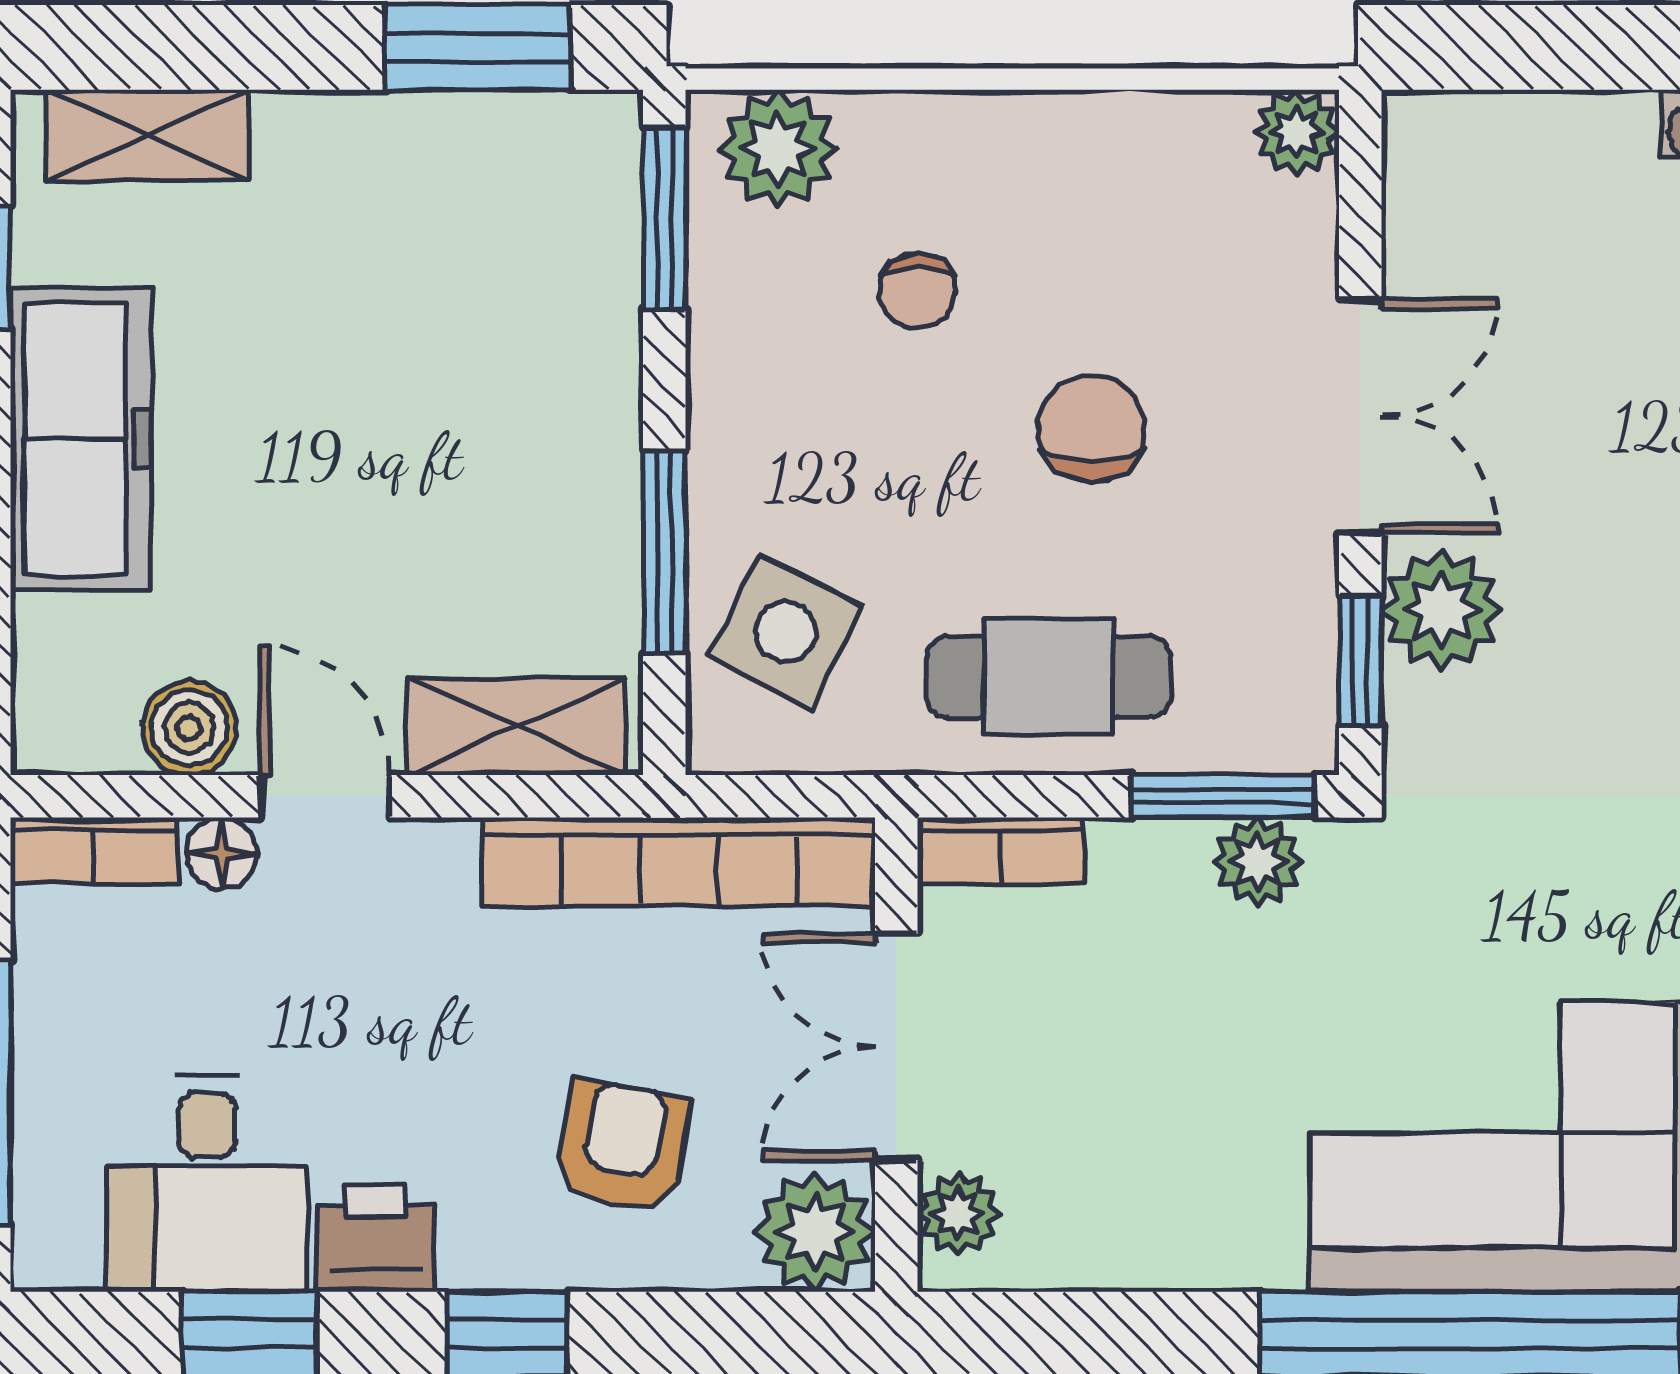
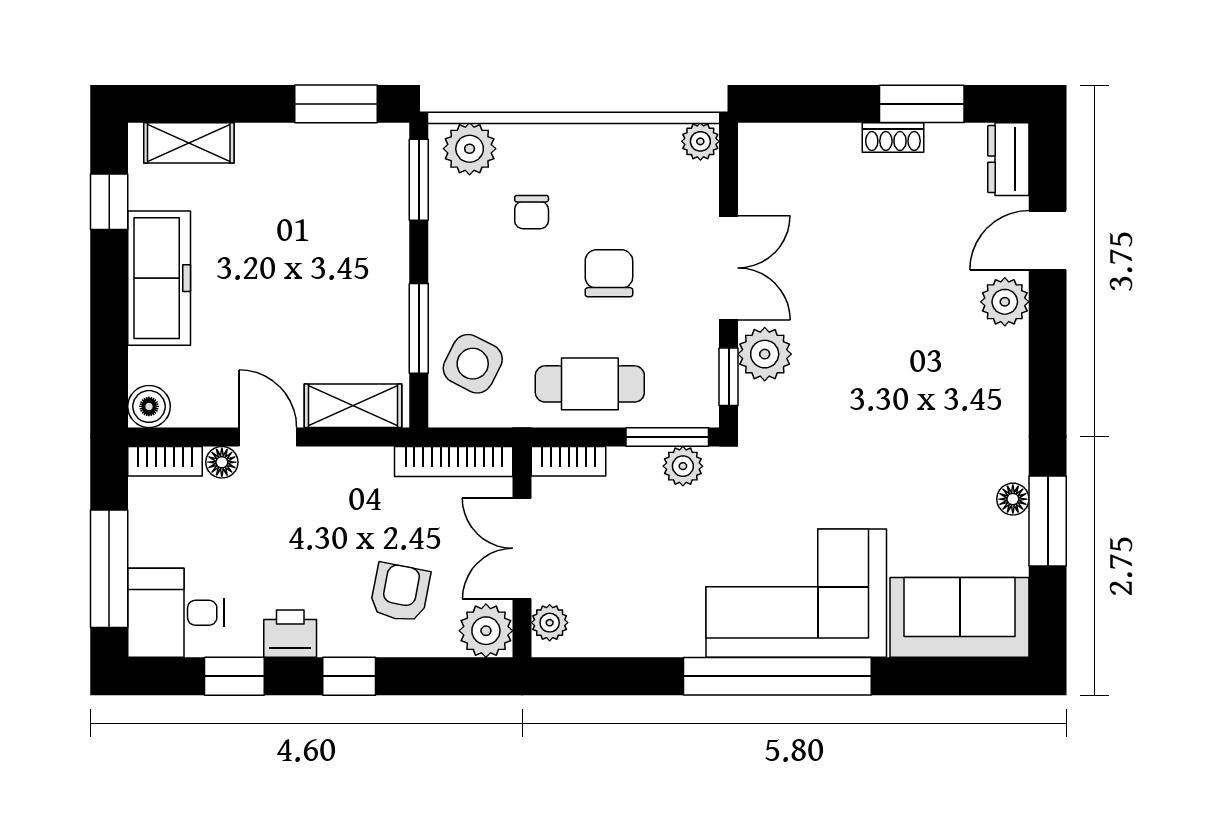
boiler: (189, 728) -> (149, 406), moved
bookcase: (679, 862) -> (454, 461), width x0.68, depth x0.76
desk: (207, 1183) -> (176, 613), moved, turned 90

